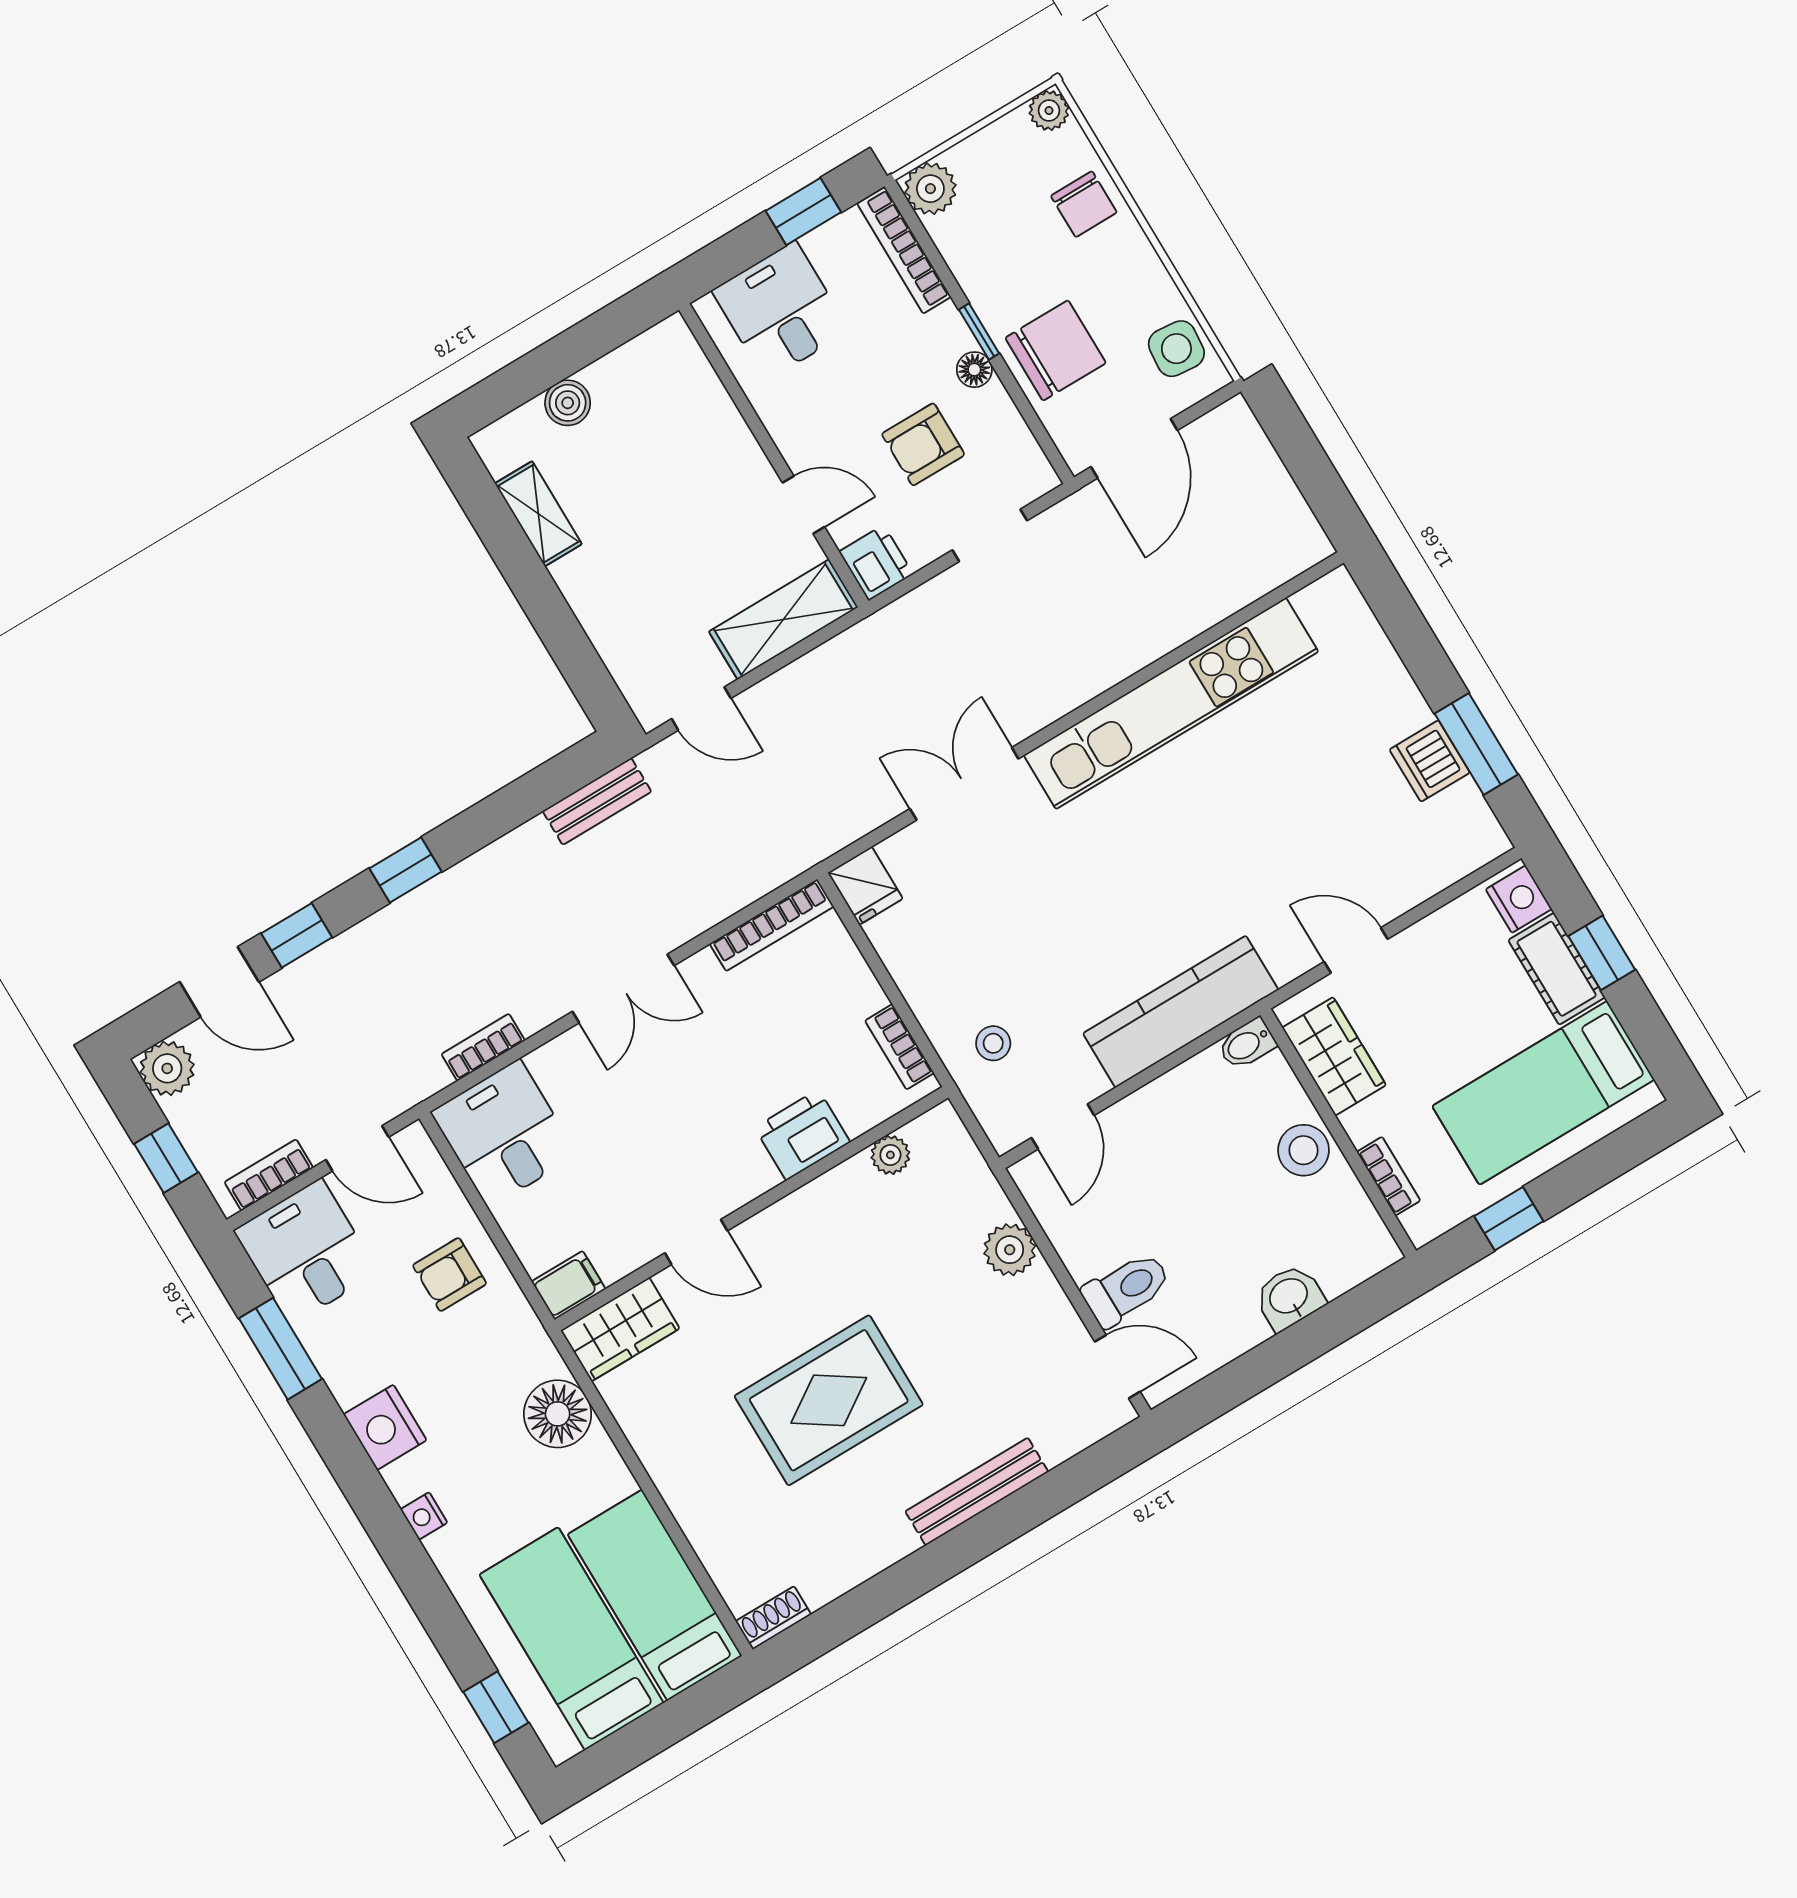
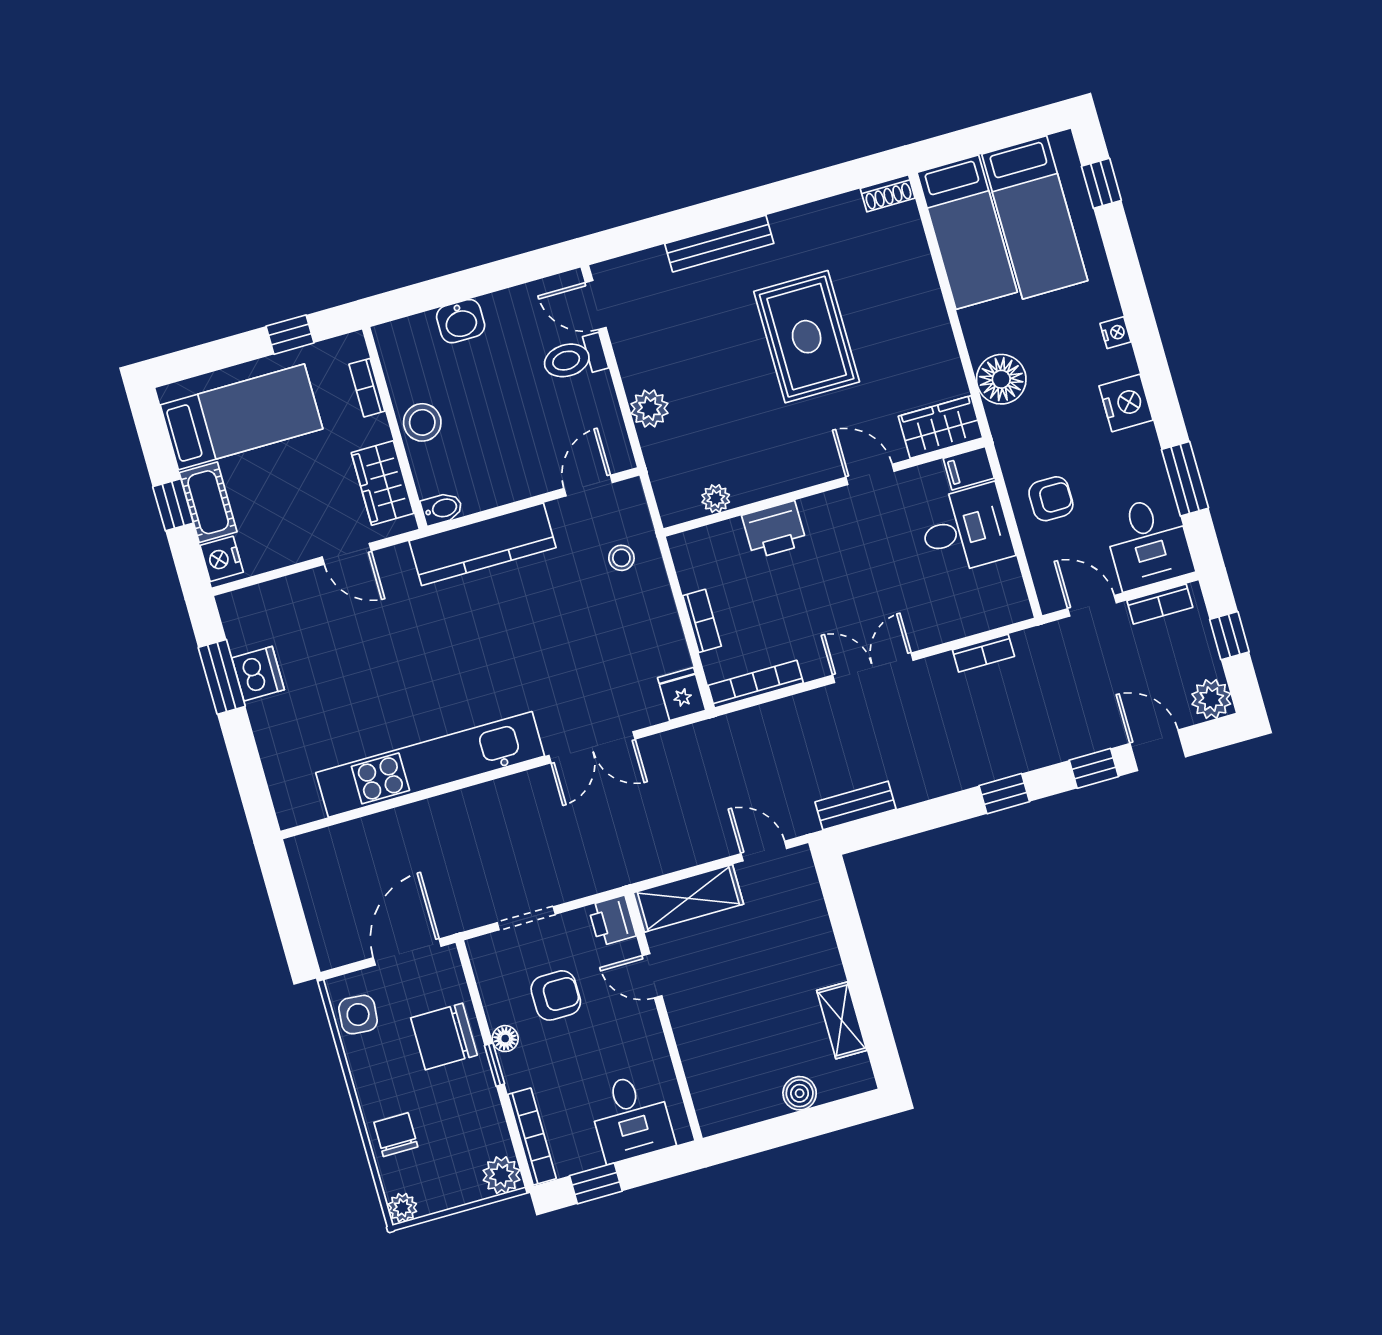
bookcase: (899, 1047) -> (702, 621), moved
desk: (504, 1134) -> (966, 529), moved, turned -90
rug: (829, 1400) -> (807, 337), turned 90

